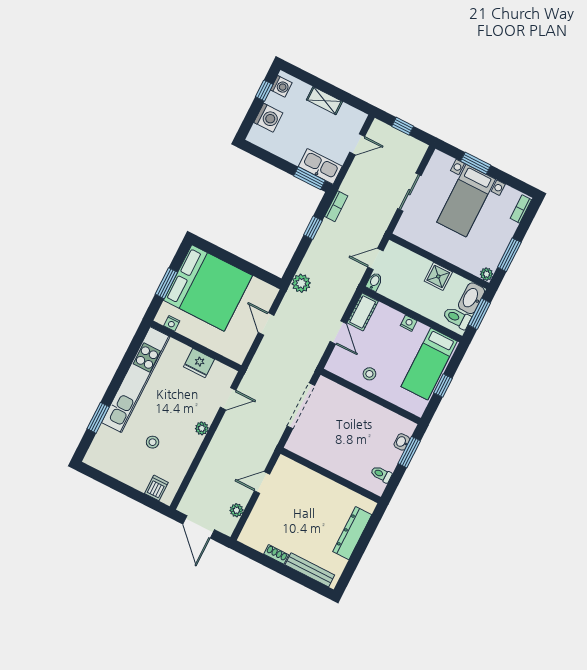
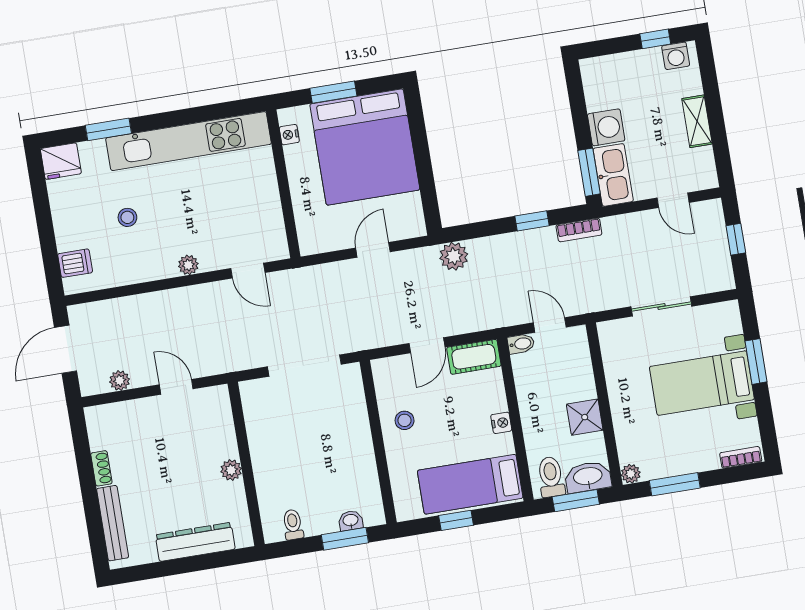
washing machine: (268, 118) -> (606, 127), moved, turned -90
fridge: (199, 363) -> (61, 161), moved, turned -90
plant: (328, 486) -> (231, 470), added

